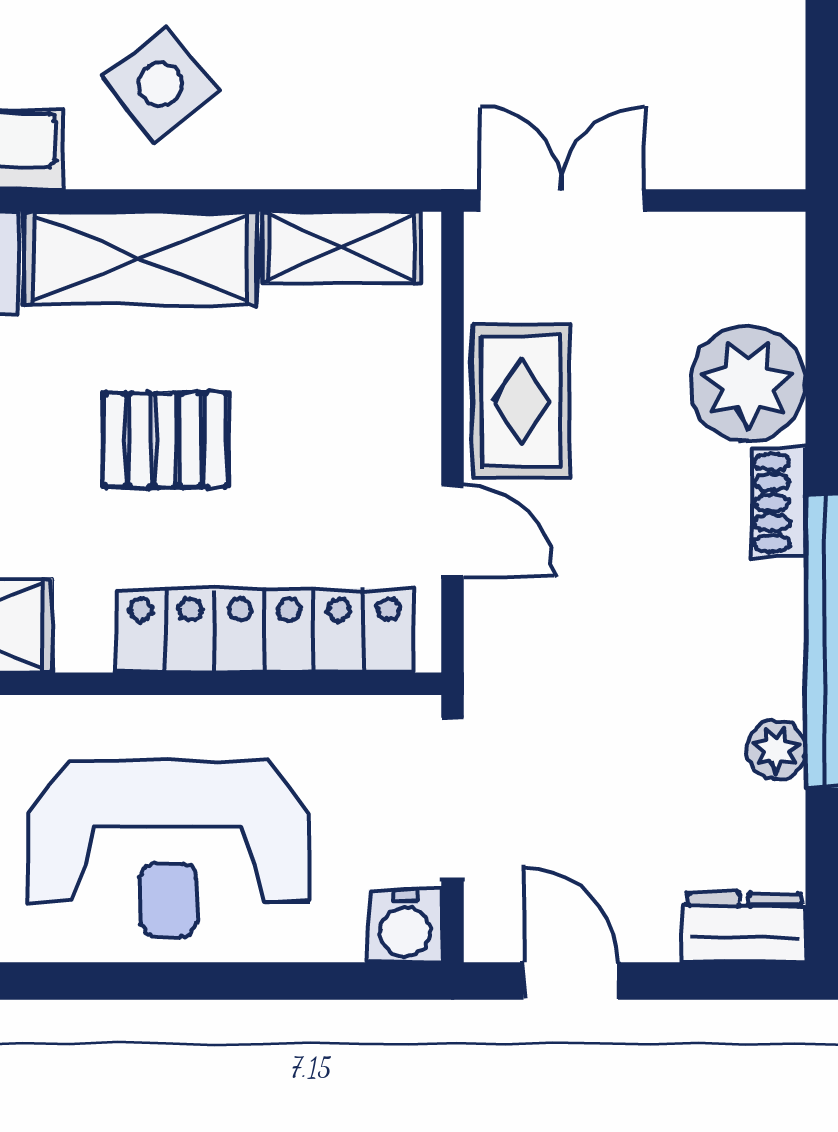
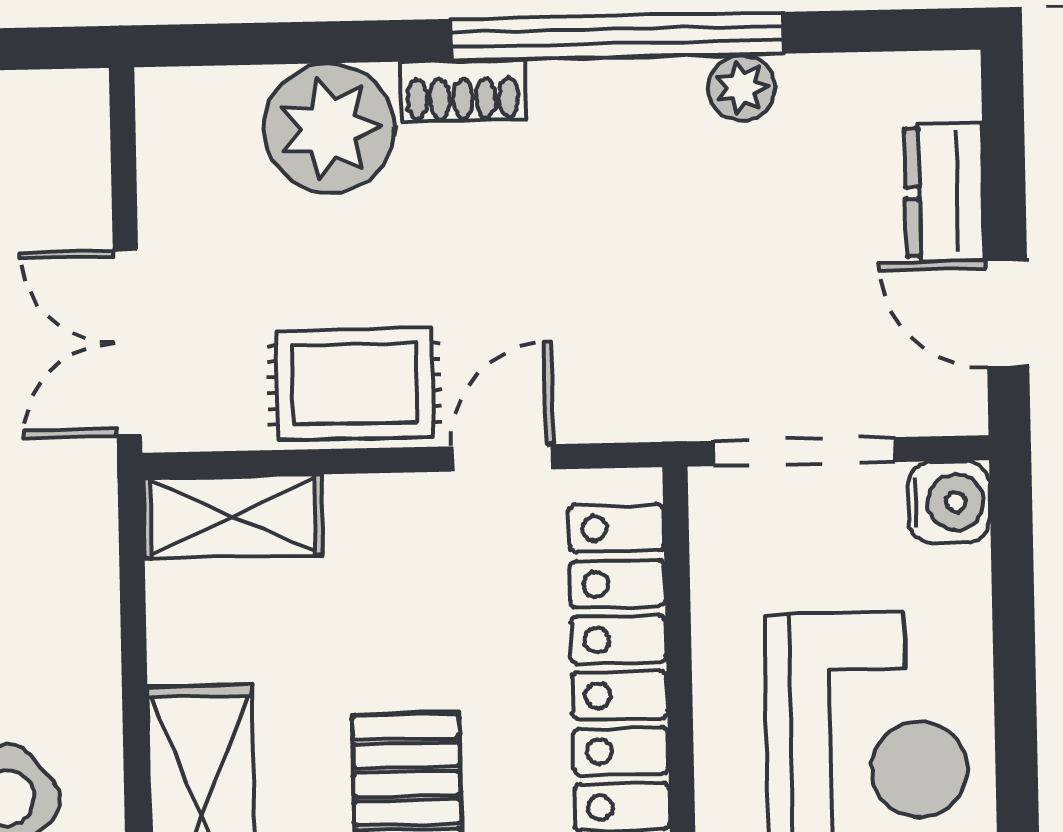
shelving: (342, 247) -> (233, 516), moved, turned 90
dresser: (744, 928) -> (945, 192), moved
door: (571, 981) -> (1007, 314), hinge flipped

